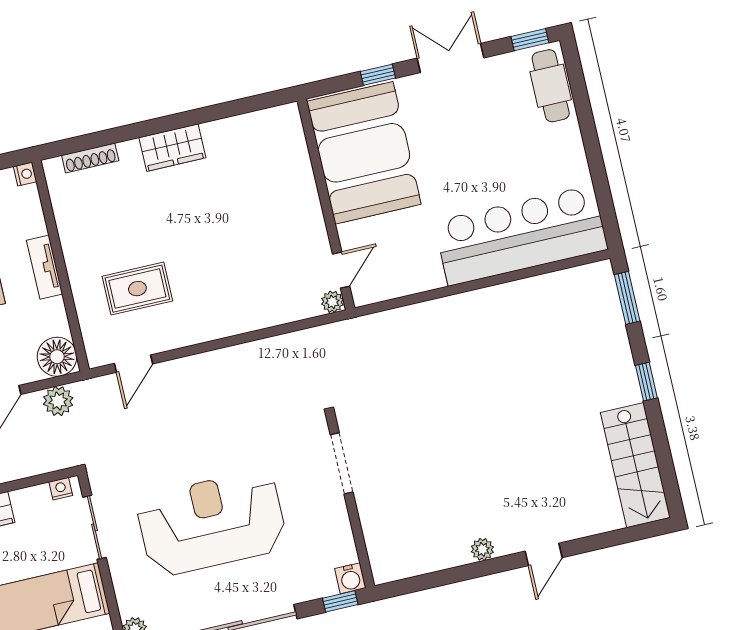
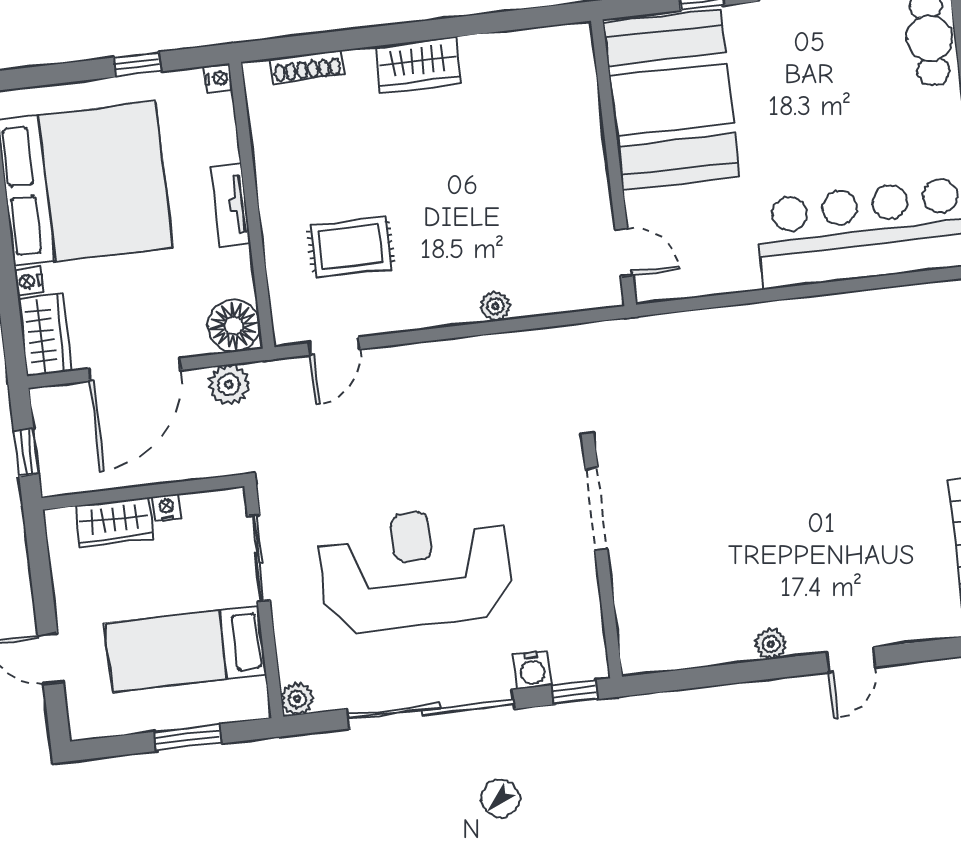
door: (341, 270) -> (624, 252), hinge flipped
plant: (332, 302) -> (495, 306), moved
nightstand: (61, 489) -> (166, 508), moved
water cooler: (350, 578) -> (532, 670), moved

